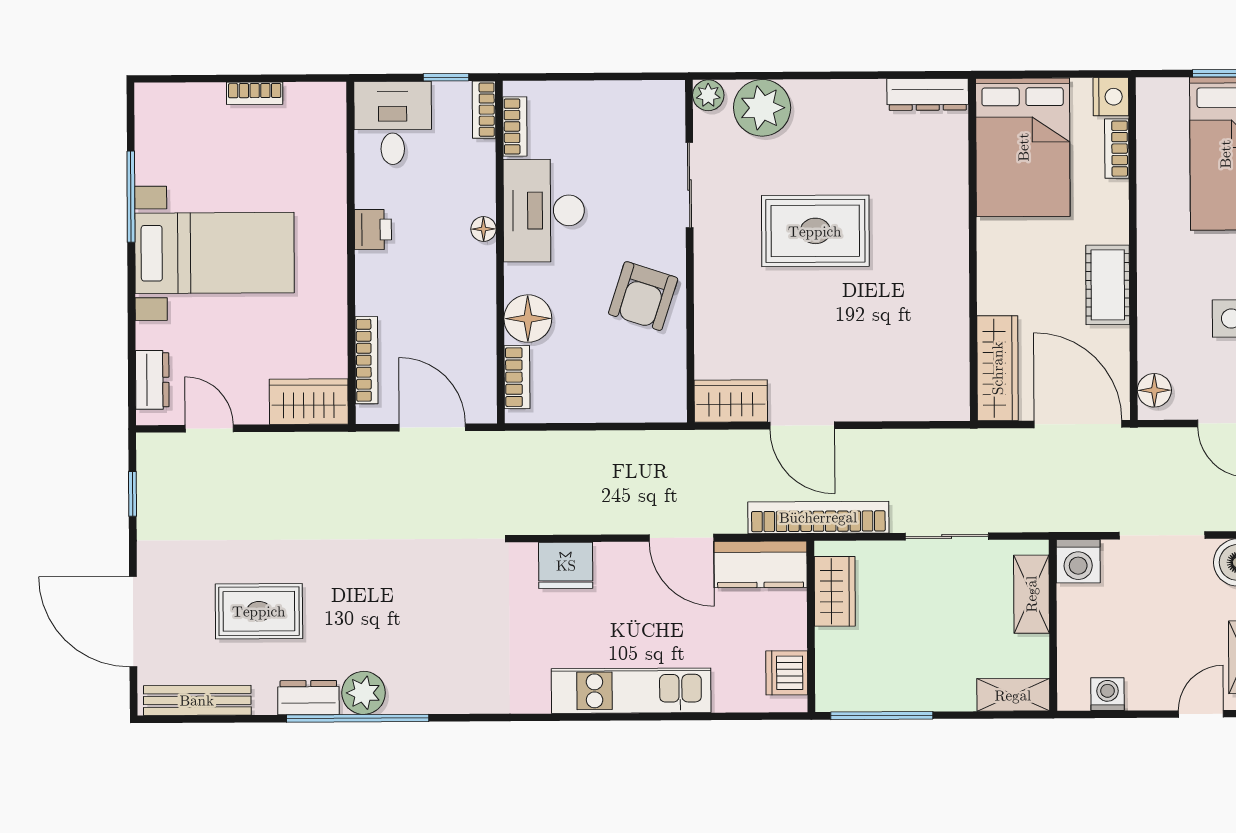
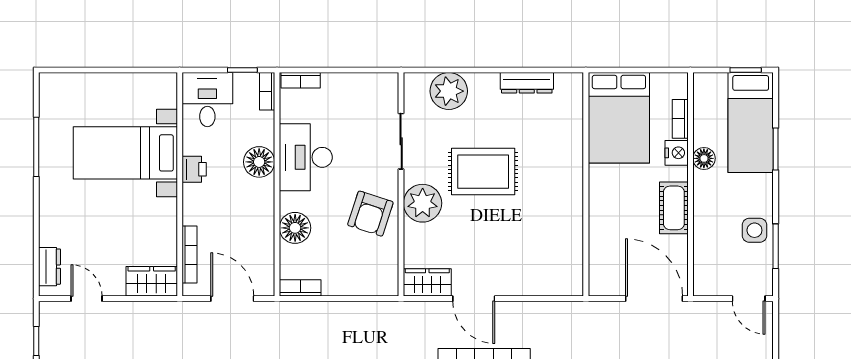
bookcase: (255, 93) -> (117, 80), removed
dresser: (928, 94) -> (527, 83), moved
plant: (708, 95) -> (423, 203), moved, width x1.88, depth x1.88
nightstand: (1111, 97) -> (677, 153), moved
bookcase: (515, 126) -> (301, 80), moved, turned 90
floor lamp: (484, 229) -> (259, 162), width x1.89, depth x1.89
bed with nightstands: (214, 253) -> (125, 153), moved, turned 180
wardrobe: (997, 368) -> (602, 262), removed
bookcase: (517, 377) -> (300, 288), moved, turned -90
floor lamp: (1154, 390) -> (704, 158), moved

